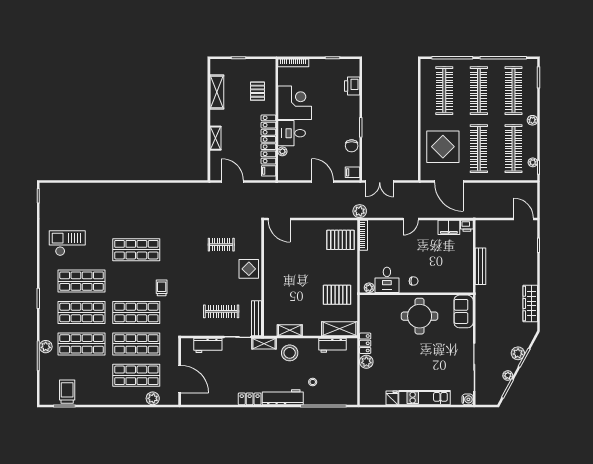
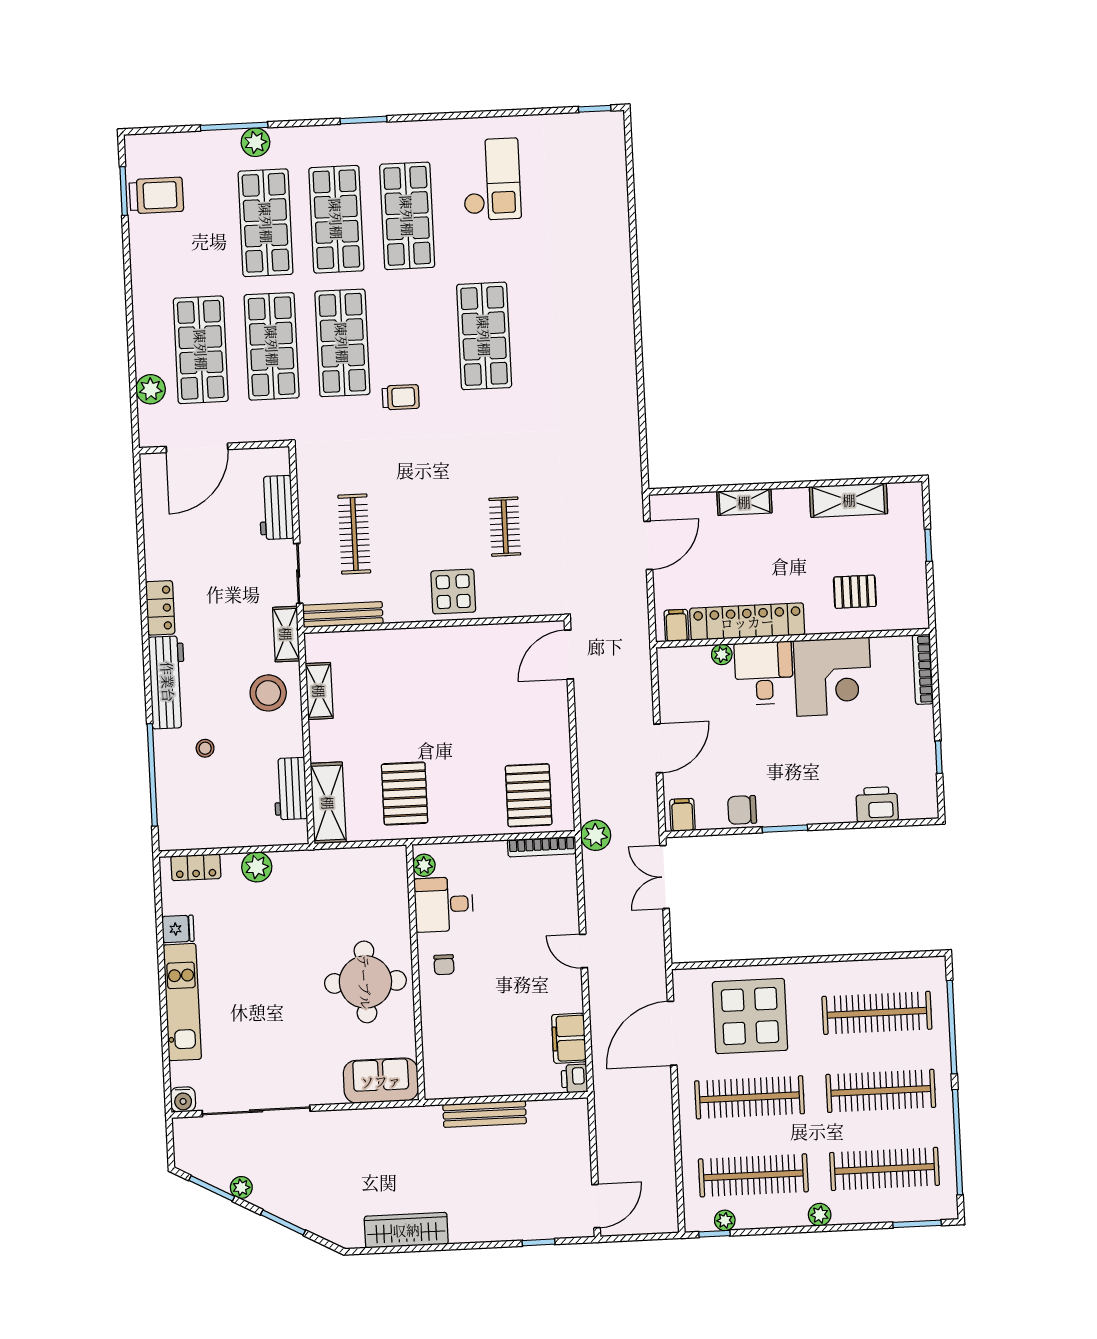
locker: (365, 343) -> (196, 867), moved
plant: (518, 353) -> (292, 1208), removed

